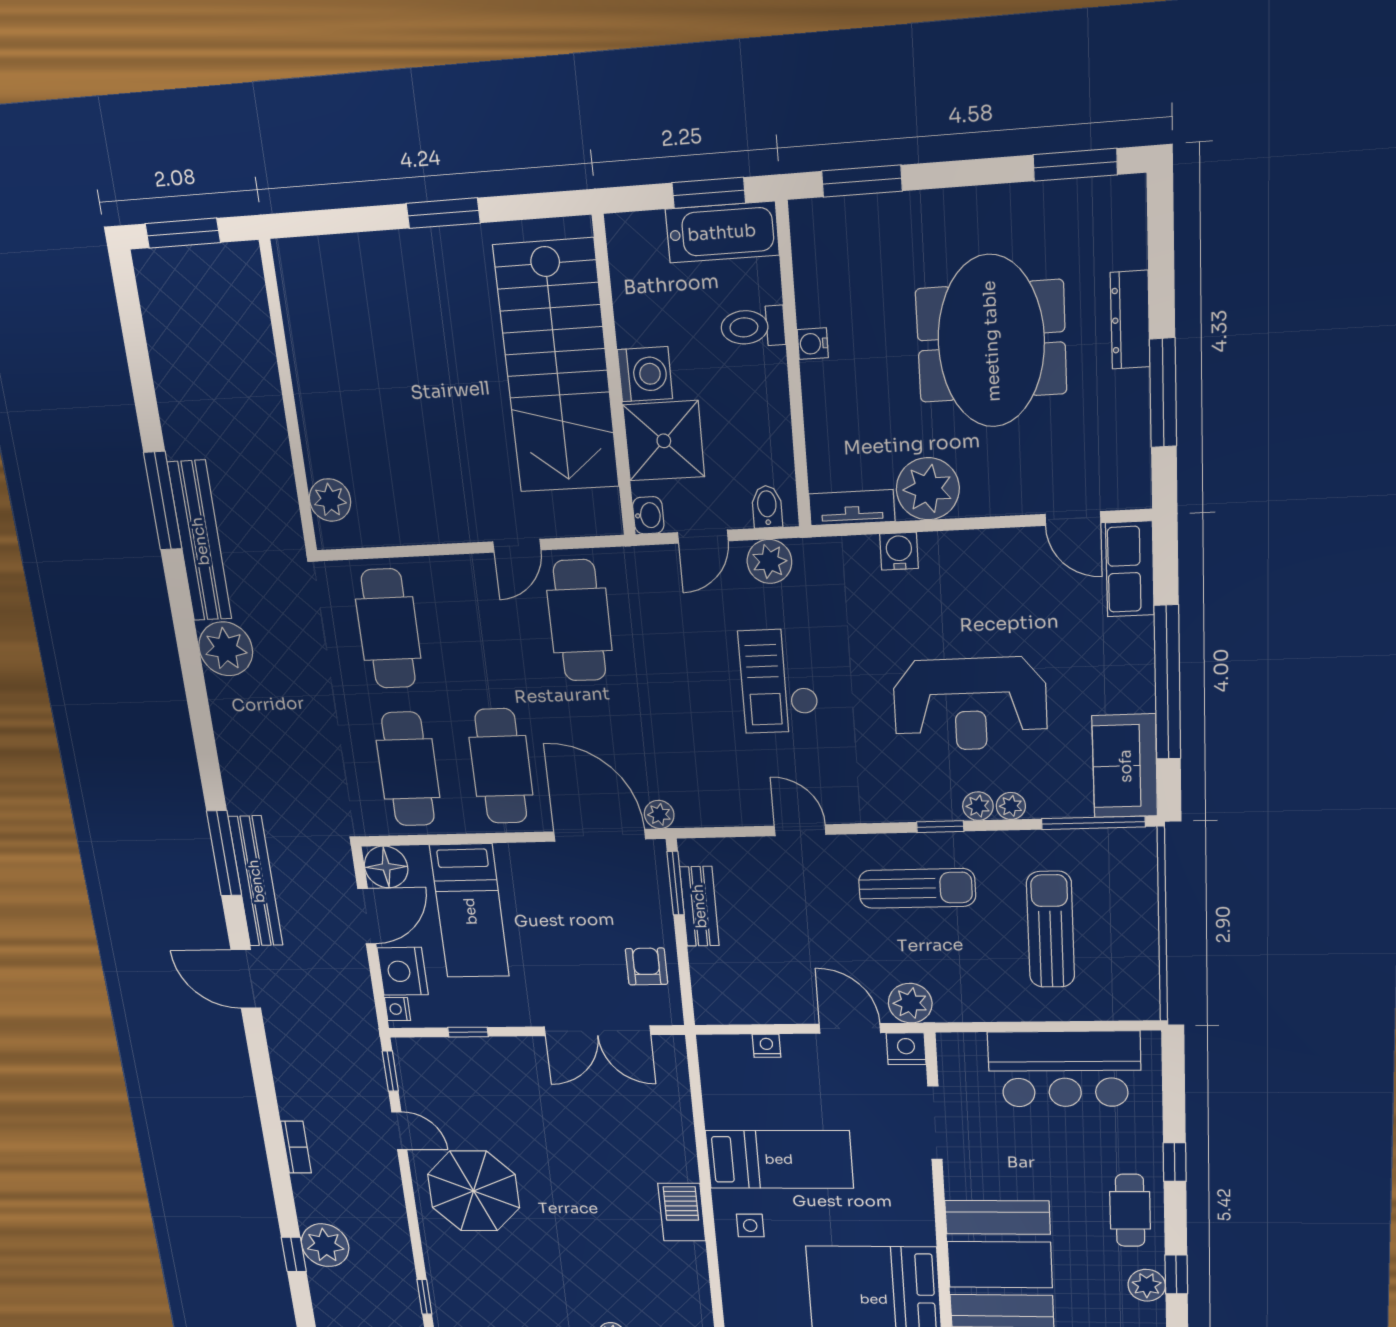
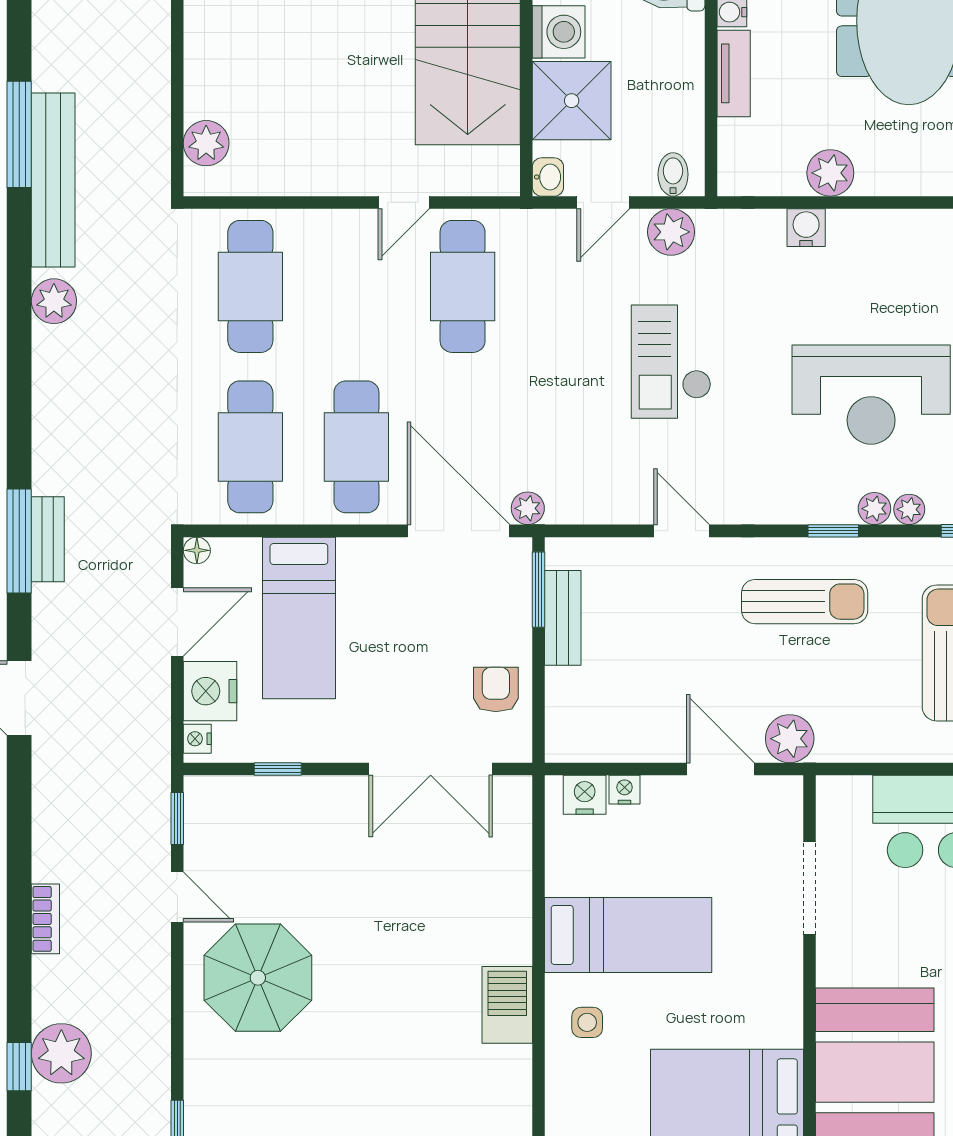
plant: (928, 489) -> (830, 173), width x0.73, depth x0.73
tv unit: (852, 508) -> (734, 73), moved, turned 90
plant: (226, 649) -> (54, 301), width x0.73, depth x0.73
floor lamp: (386, 867) -> (197, 550), width x0.53, depth x0.53
bench: (256, 881) -> (48, 539), width x0.54, depth x0.82
nightstand: (906, 1049) -> (585, 795), moved

